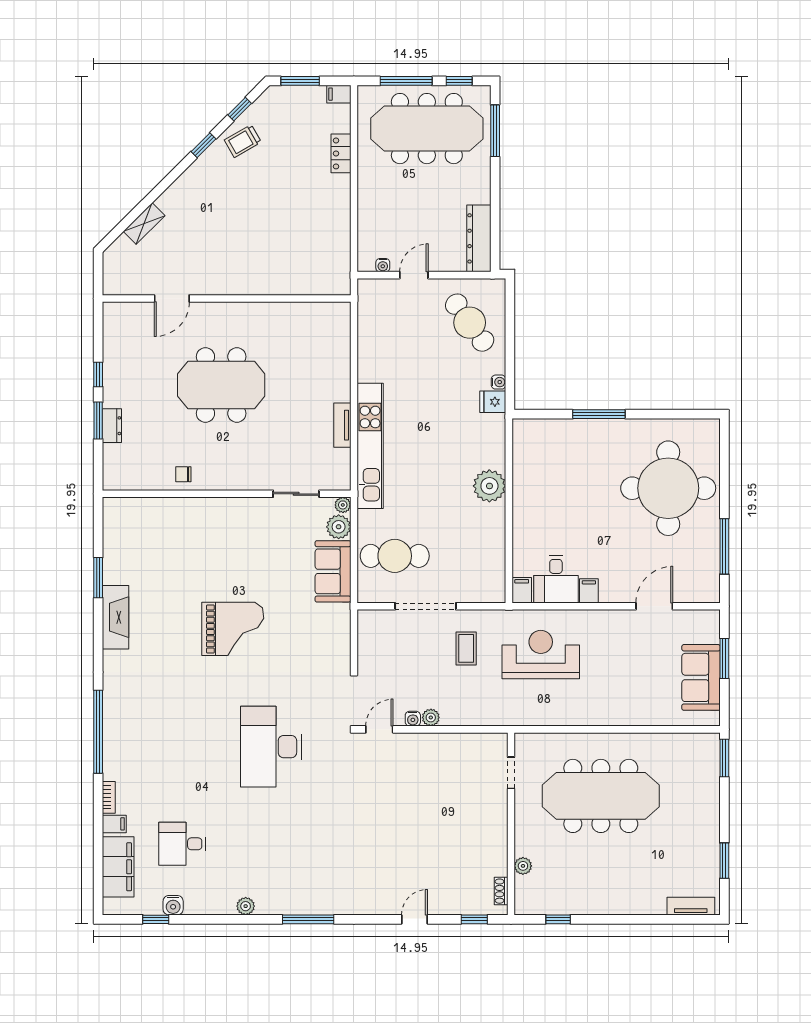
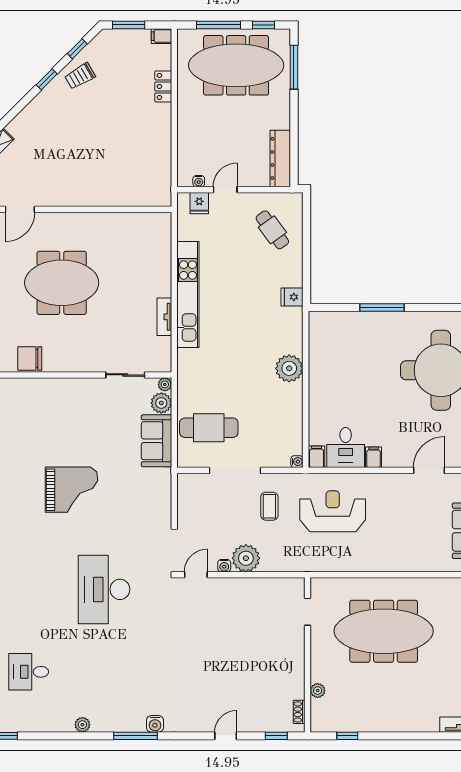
fridge: (383, 291) -> (199, 203), added
cafe table: (470, 323) -> (272, 230), width x0.73, depth x0.74
water cooler: (499, 382) -> (297, 462), moved
kitchen unit: (370, 446) -> (188, 294), moved
chair: (183, 474) -> (30, 358), width x1.87, depth x1.87
plant: (431, 717) -> (246, 558), width x1.88, depth x1.88
water cooler: (173, 905) -> (155, 724), moved

